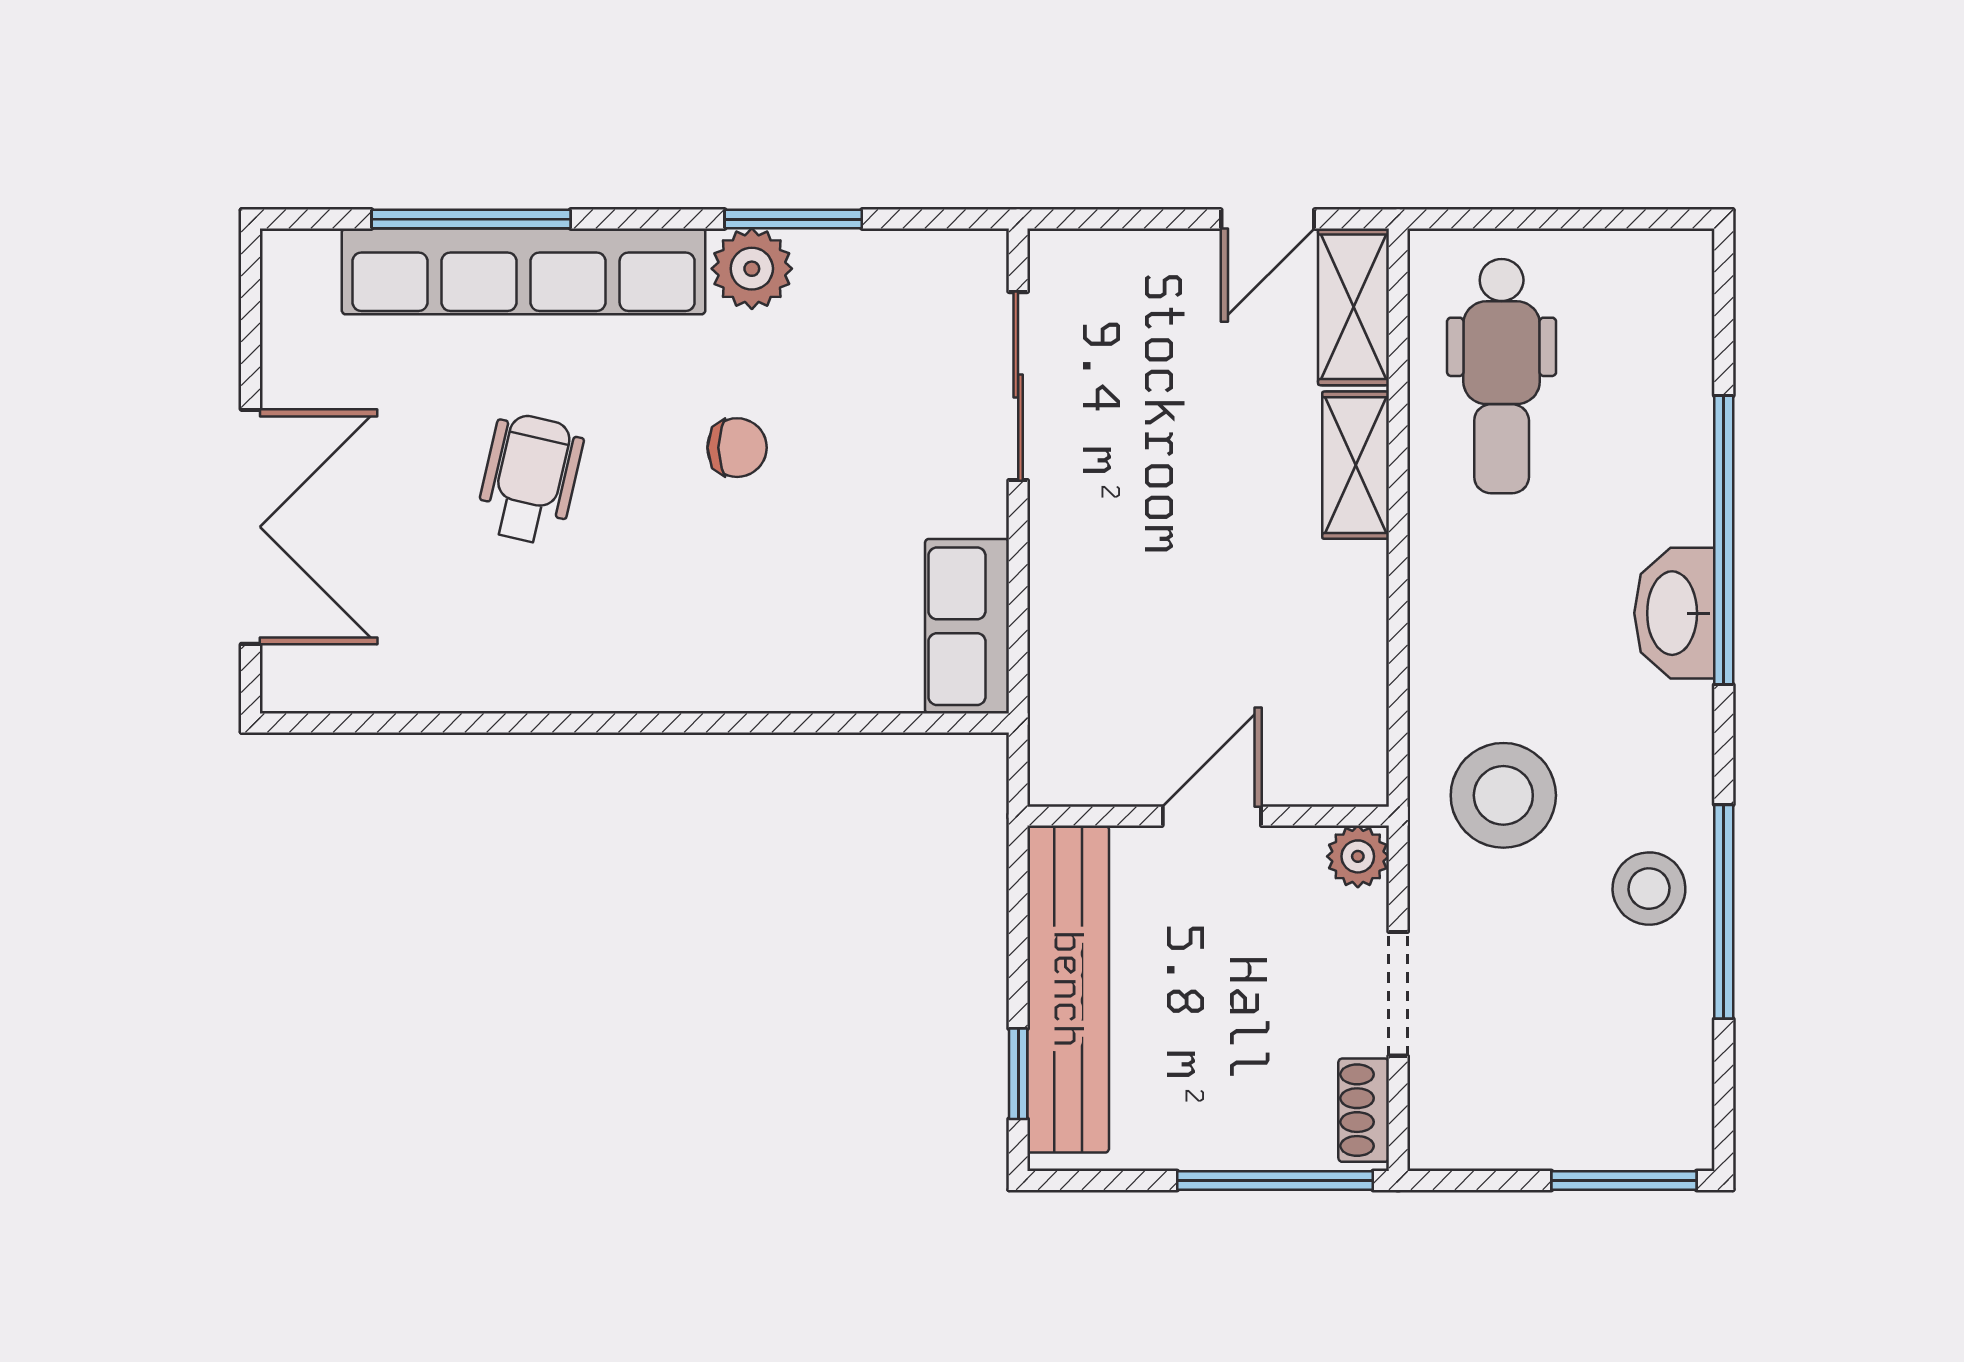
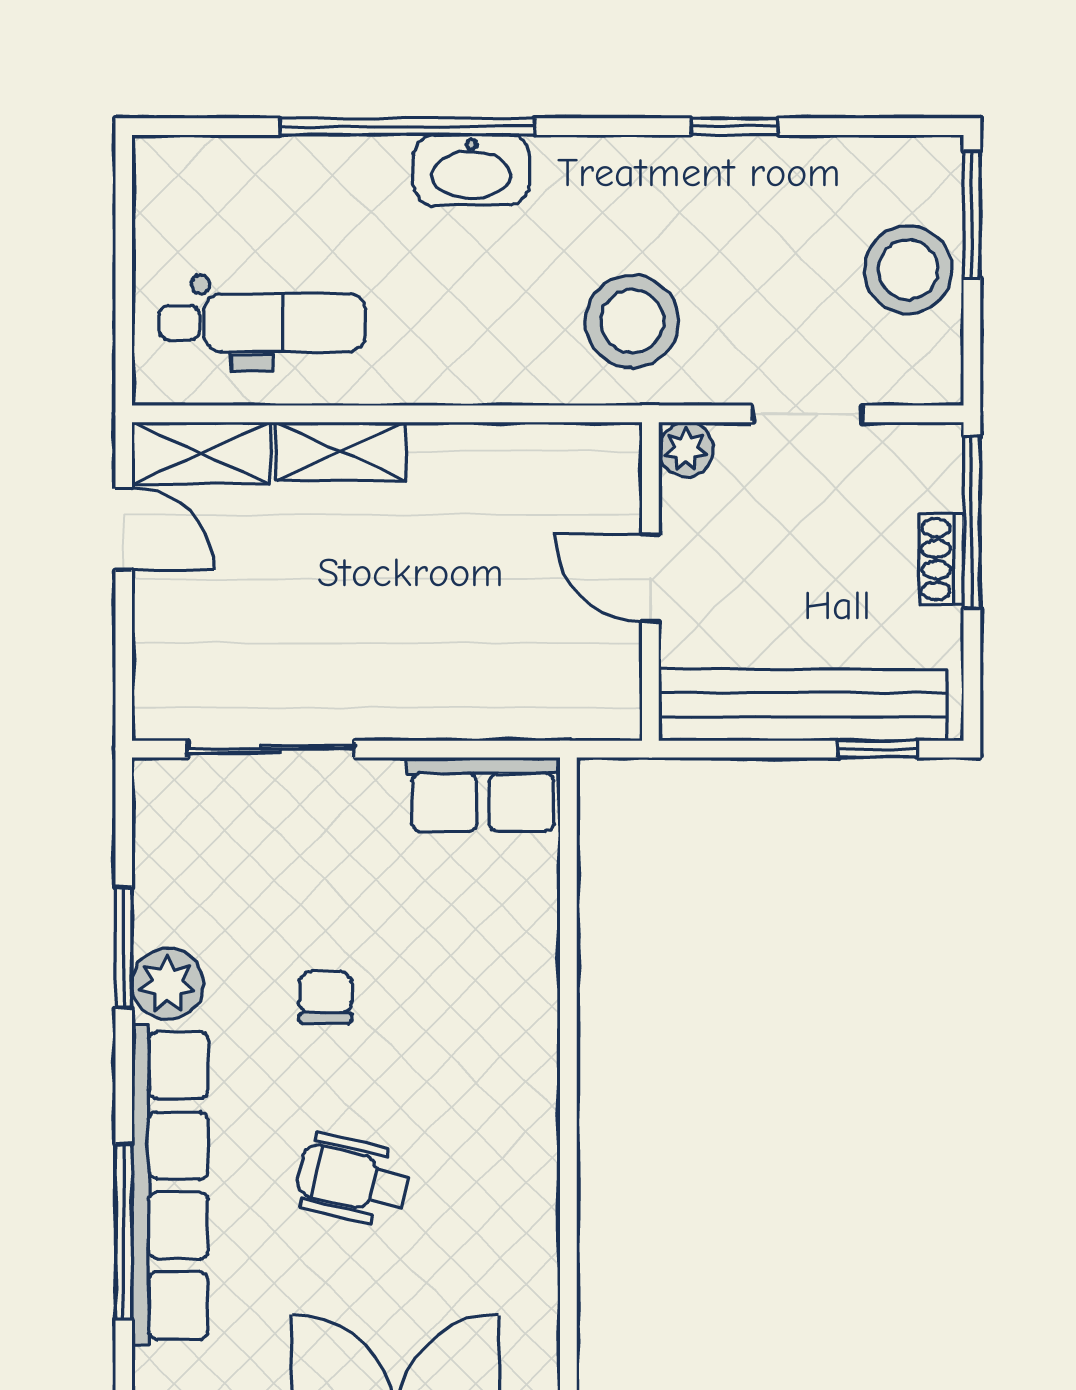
stool: (1649, 889) -> (908, 270), moved, width x1.38, depth x1.38
window: (1724, 912) -> (735, 127), width x0.46
shoe rack: (1364, 1110) -> (942, 559), moved, turned 90

